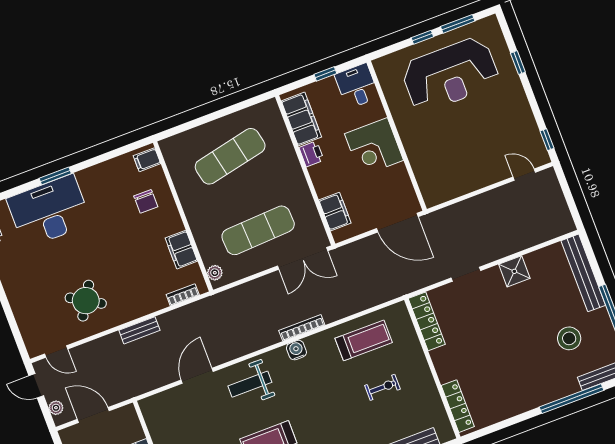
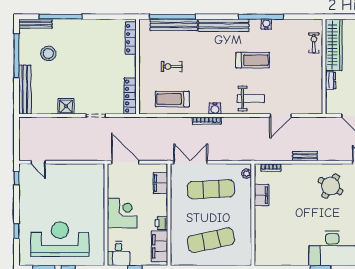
filing cabinet: (147, 160) -> (262, 257), removed
chair: (146, 201) -> (272, 232), removed

